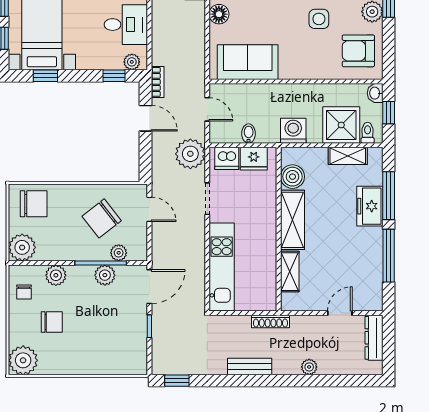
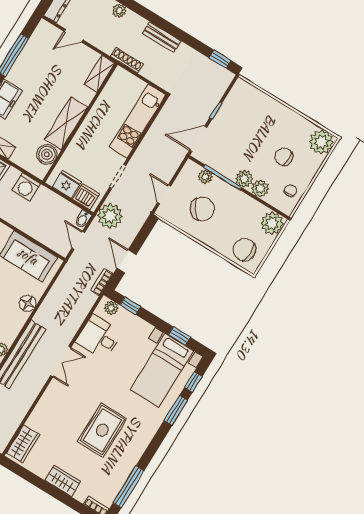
bidet: (249, 134) -> (83, 219), moved
shelving: (290, 272) -> (99, 74), moved
plant: (105, 275) -> (244, 179), moved

